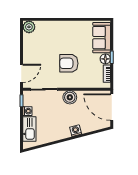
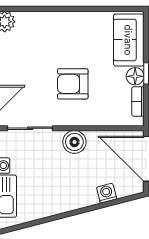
washing machine: (76, 131) -> (107, 193), moved

